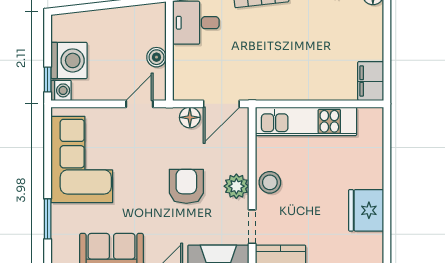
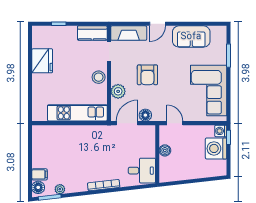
filing cabinet: (371, 81) -> (40, 174), moved, width x0.50
door: (139, 104) -> (175, 123), swing flipped
plant: (236, 186) -> (118, 91), moved

